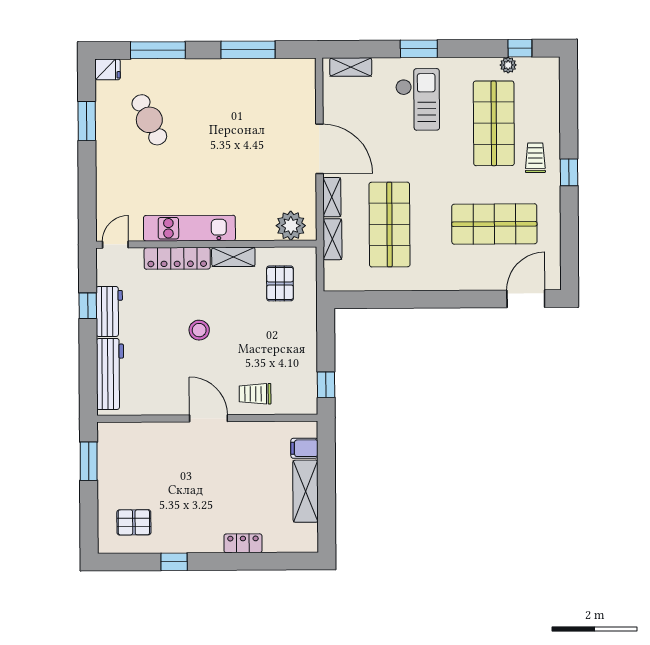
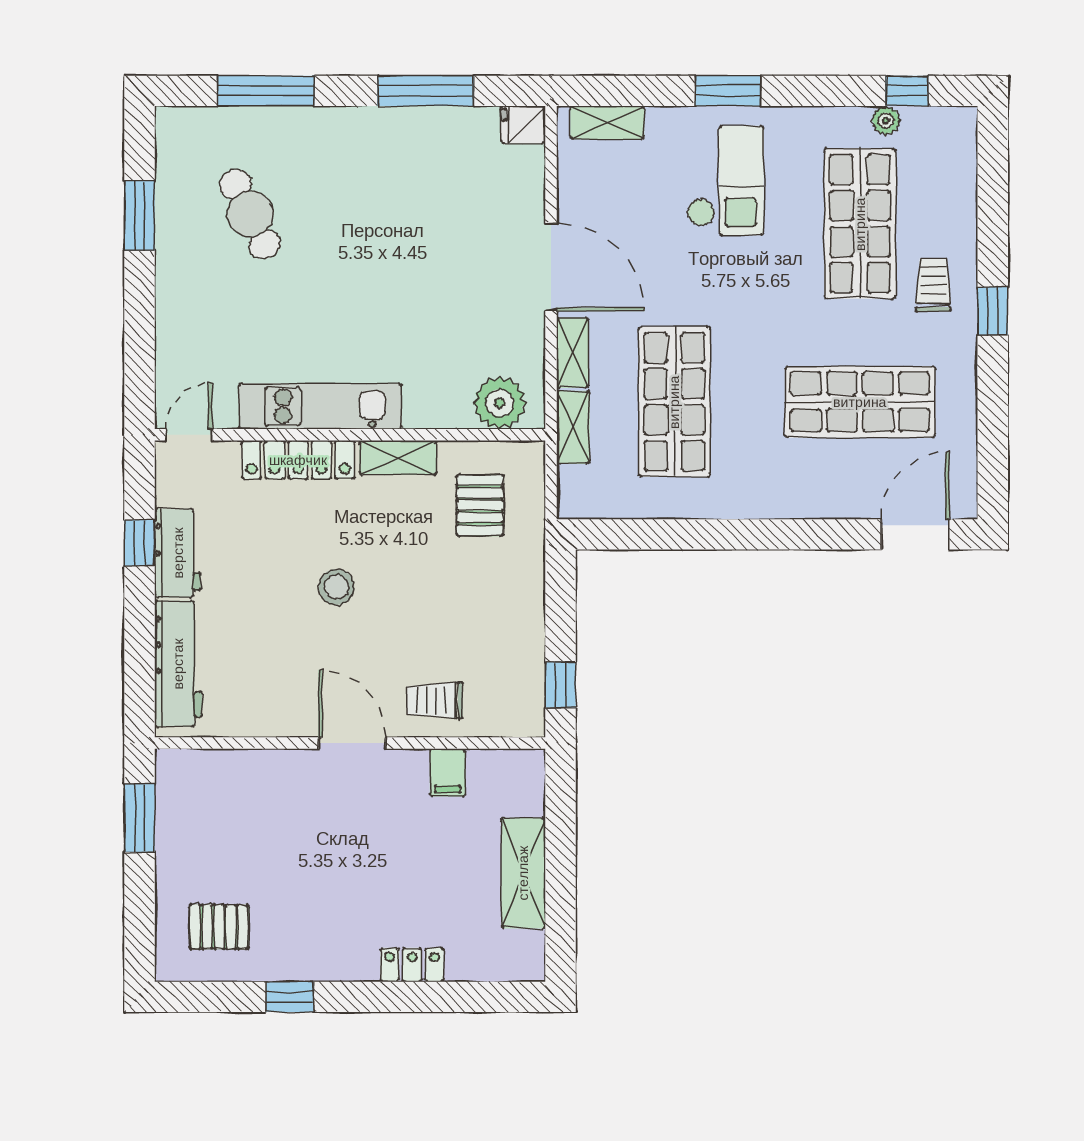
fridge: (108, 69) -> (523, 125), moved, turned 180
filing cabinet: (304, 448) -> (448, 773), moved, turned -90

